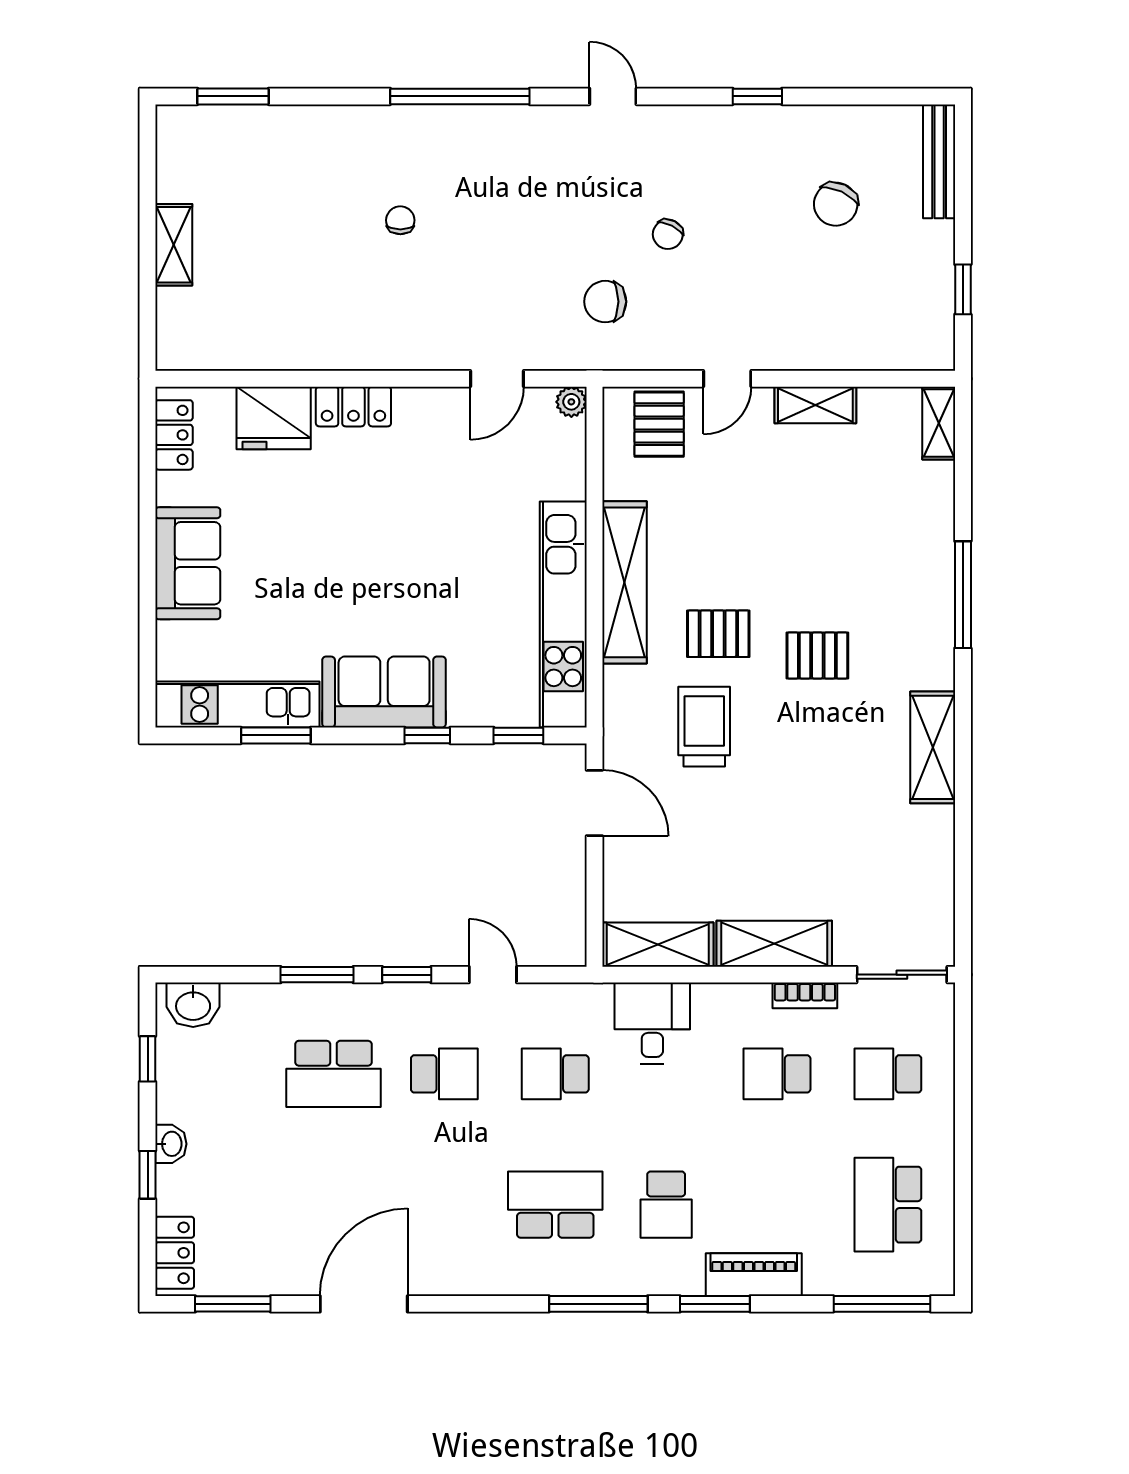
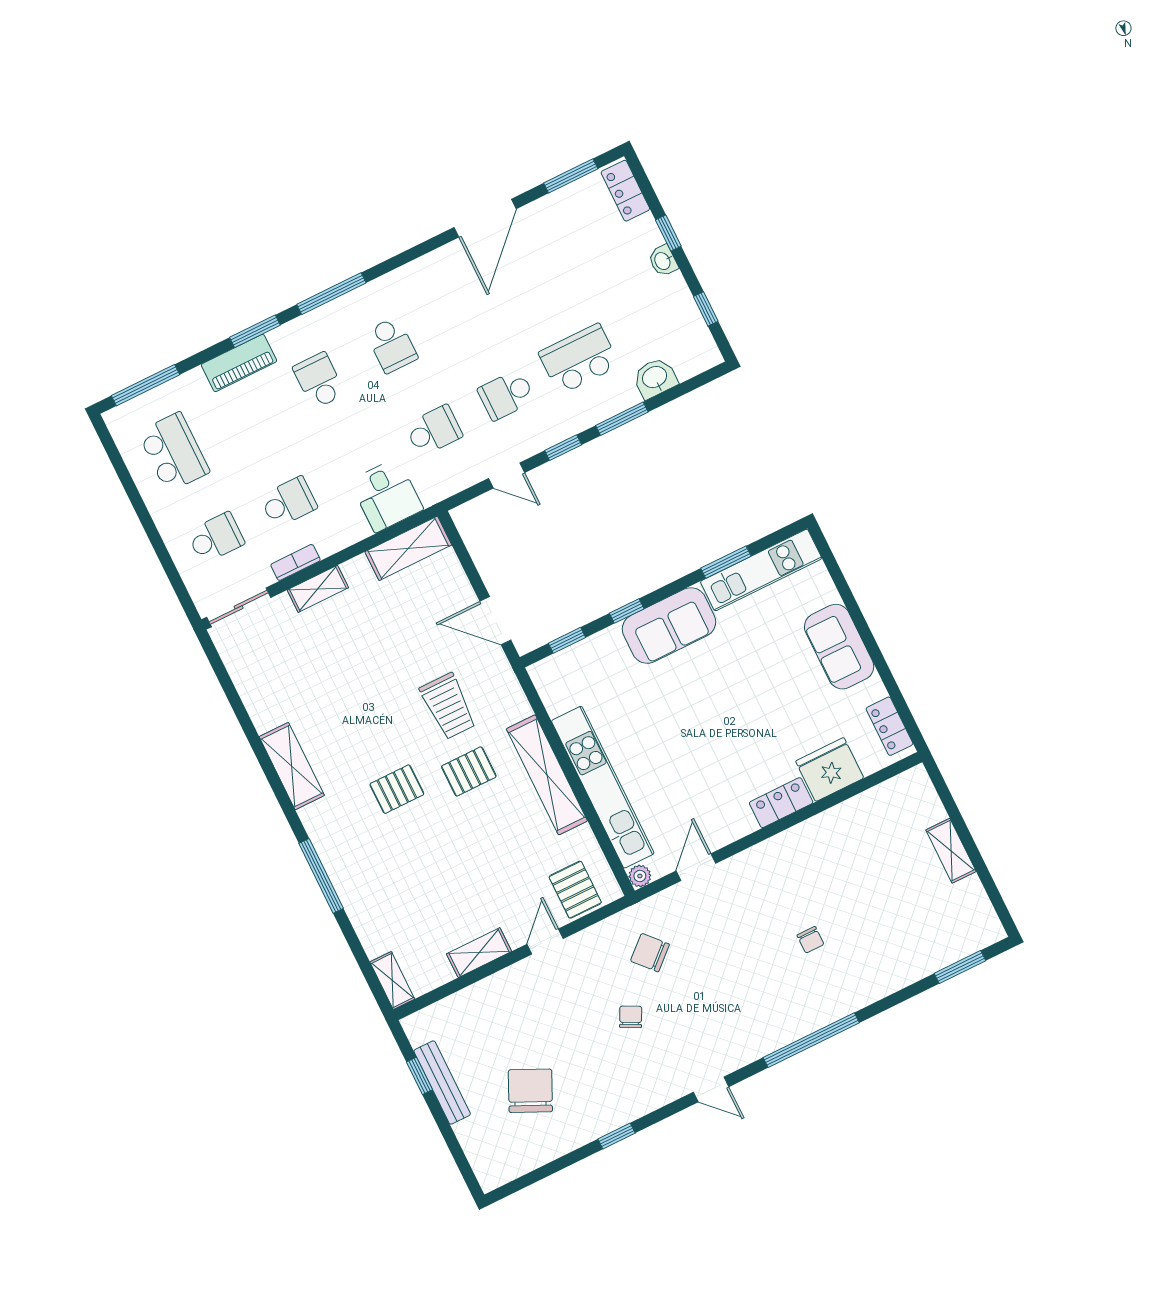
bench: (939, 161) -> (442, 1083), moved
chair: (836, 204) -> (530, 1091), width x1.37, depth x1.37
chair: (605, 302) -> (650, 953), turned -132
kitchen unit: (563, 614) -> (603, 787), moved
shelving: (774, 944) -> (318, 589), width x0.67, depth x0.75
washbasin: (193, 1005) -> (655, 378), moved
school desk: (555, 1205) -> (392, 345), width x0.54

